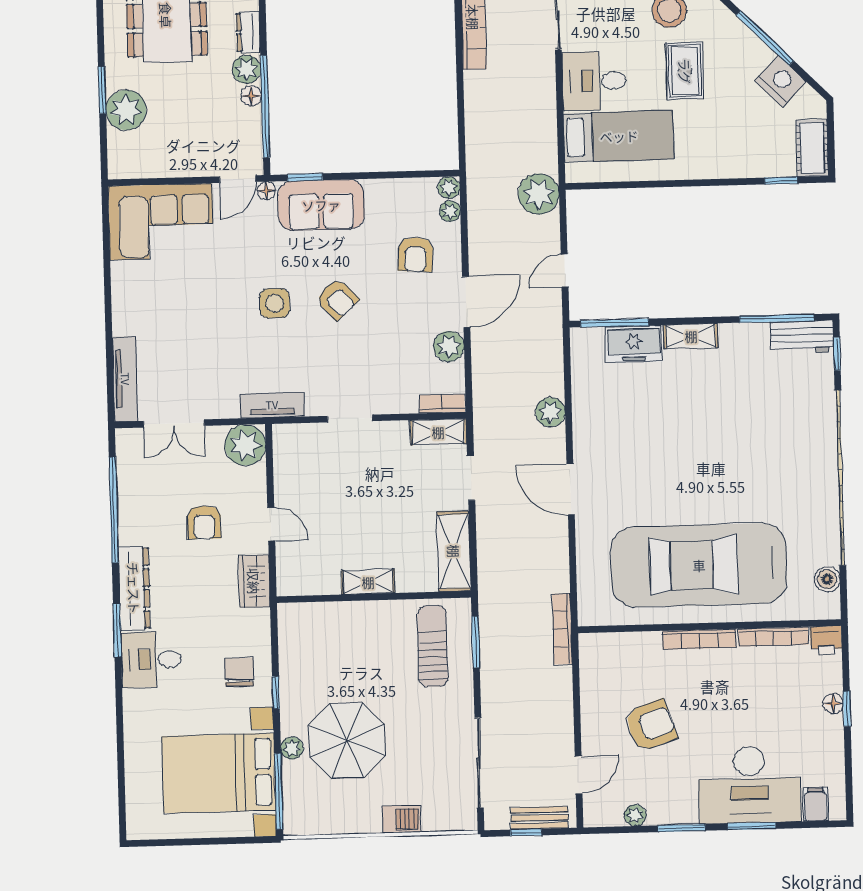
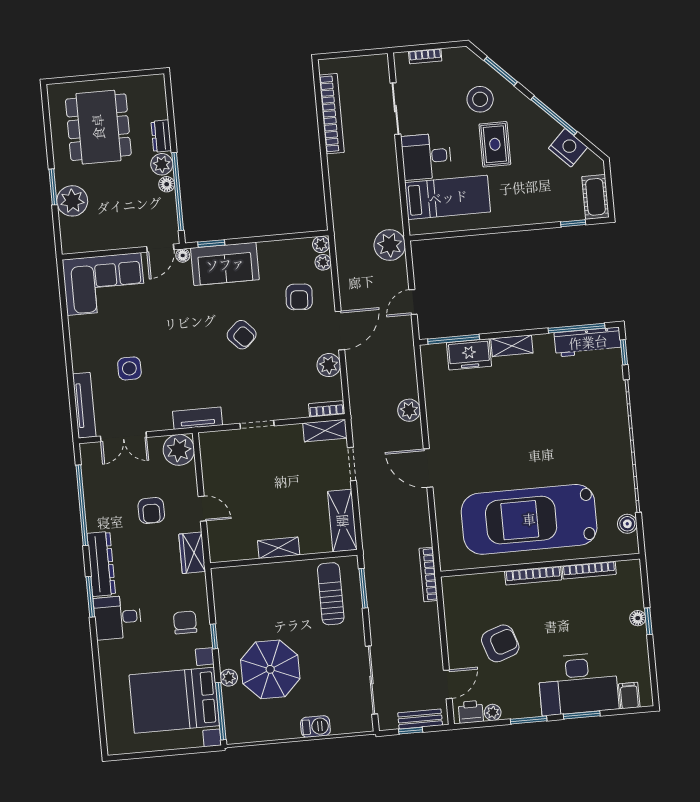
side table: (275, 303) -> (129, 368), moved
workbench: (802, 337) -> (588, 342), width x1.37
printer: (826, 640) -> (471, 712), moved, turned 180

